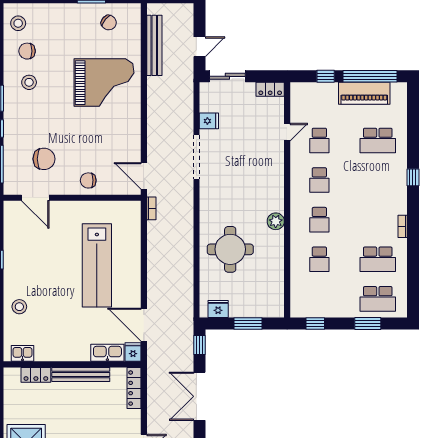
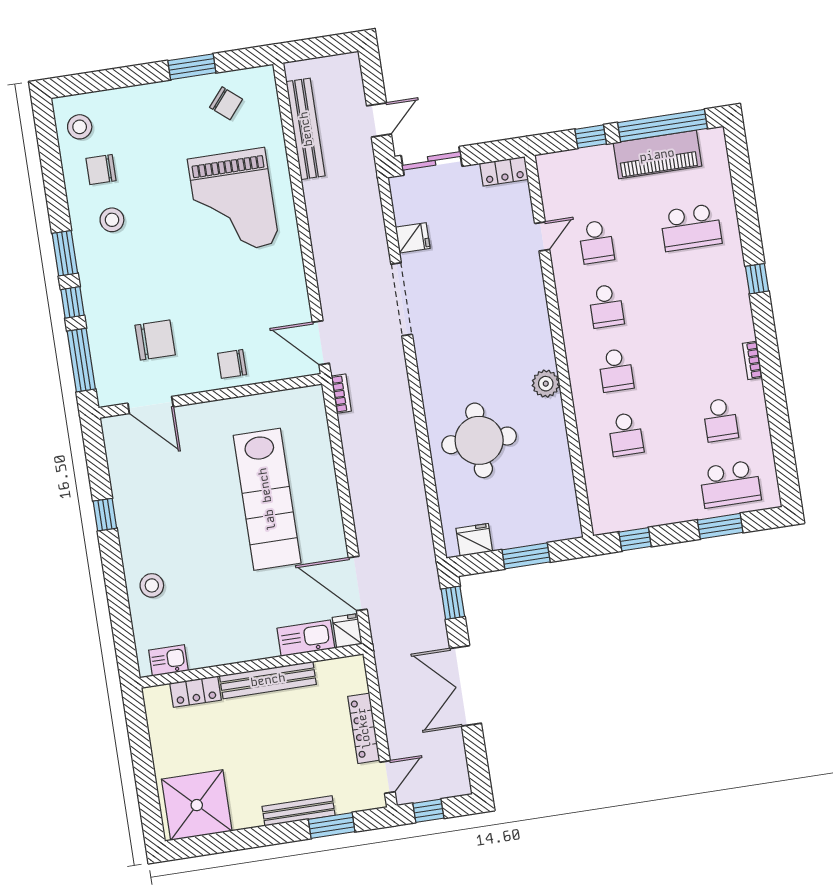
grand piano: (104, 83) -> (233, 202), turned 90
school desk: (378, 259) -> (720, 420), width x0.54
locker: (134, 388) -> (364, 728), moved

